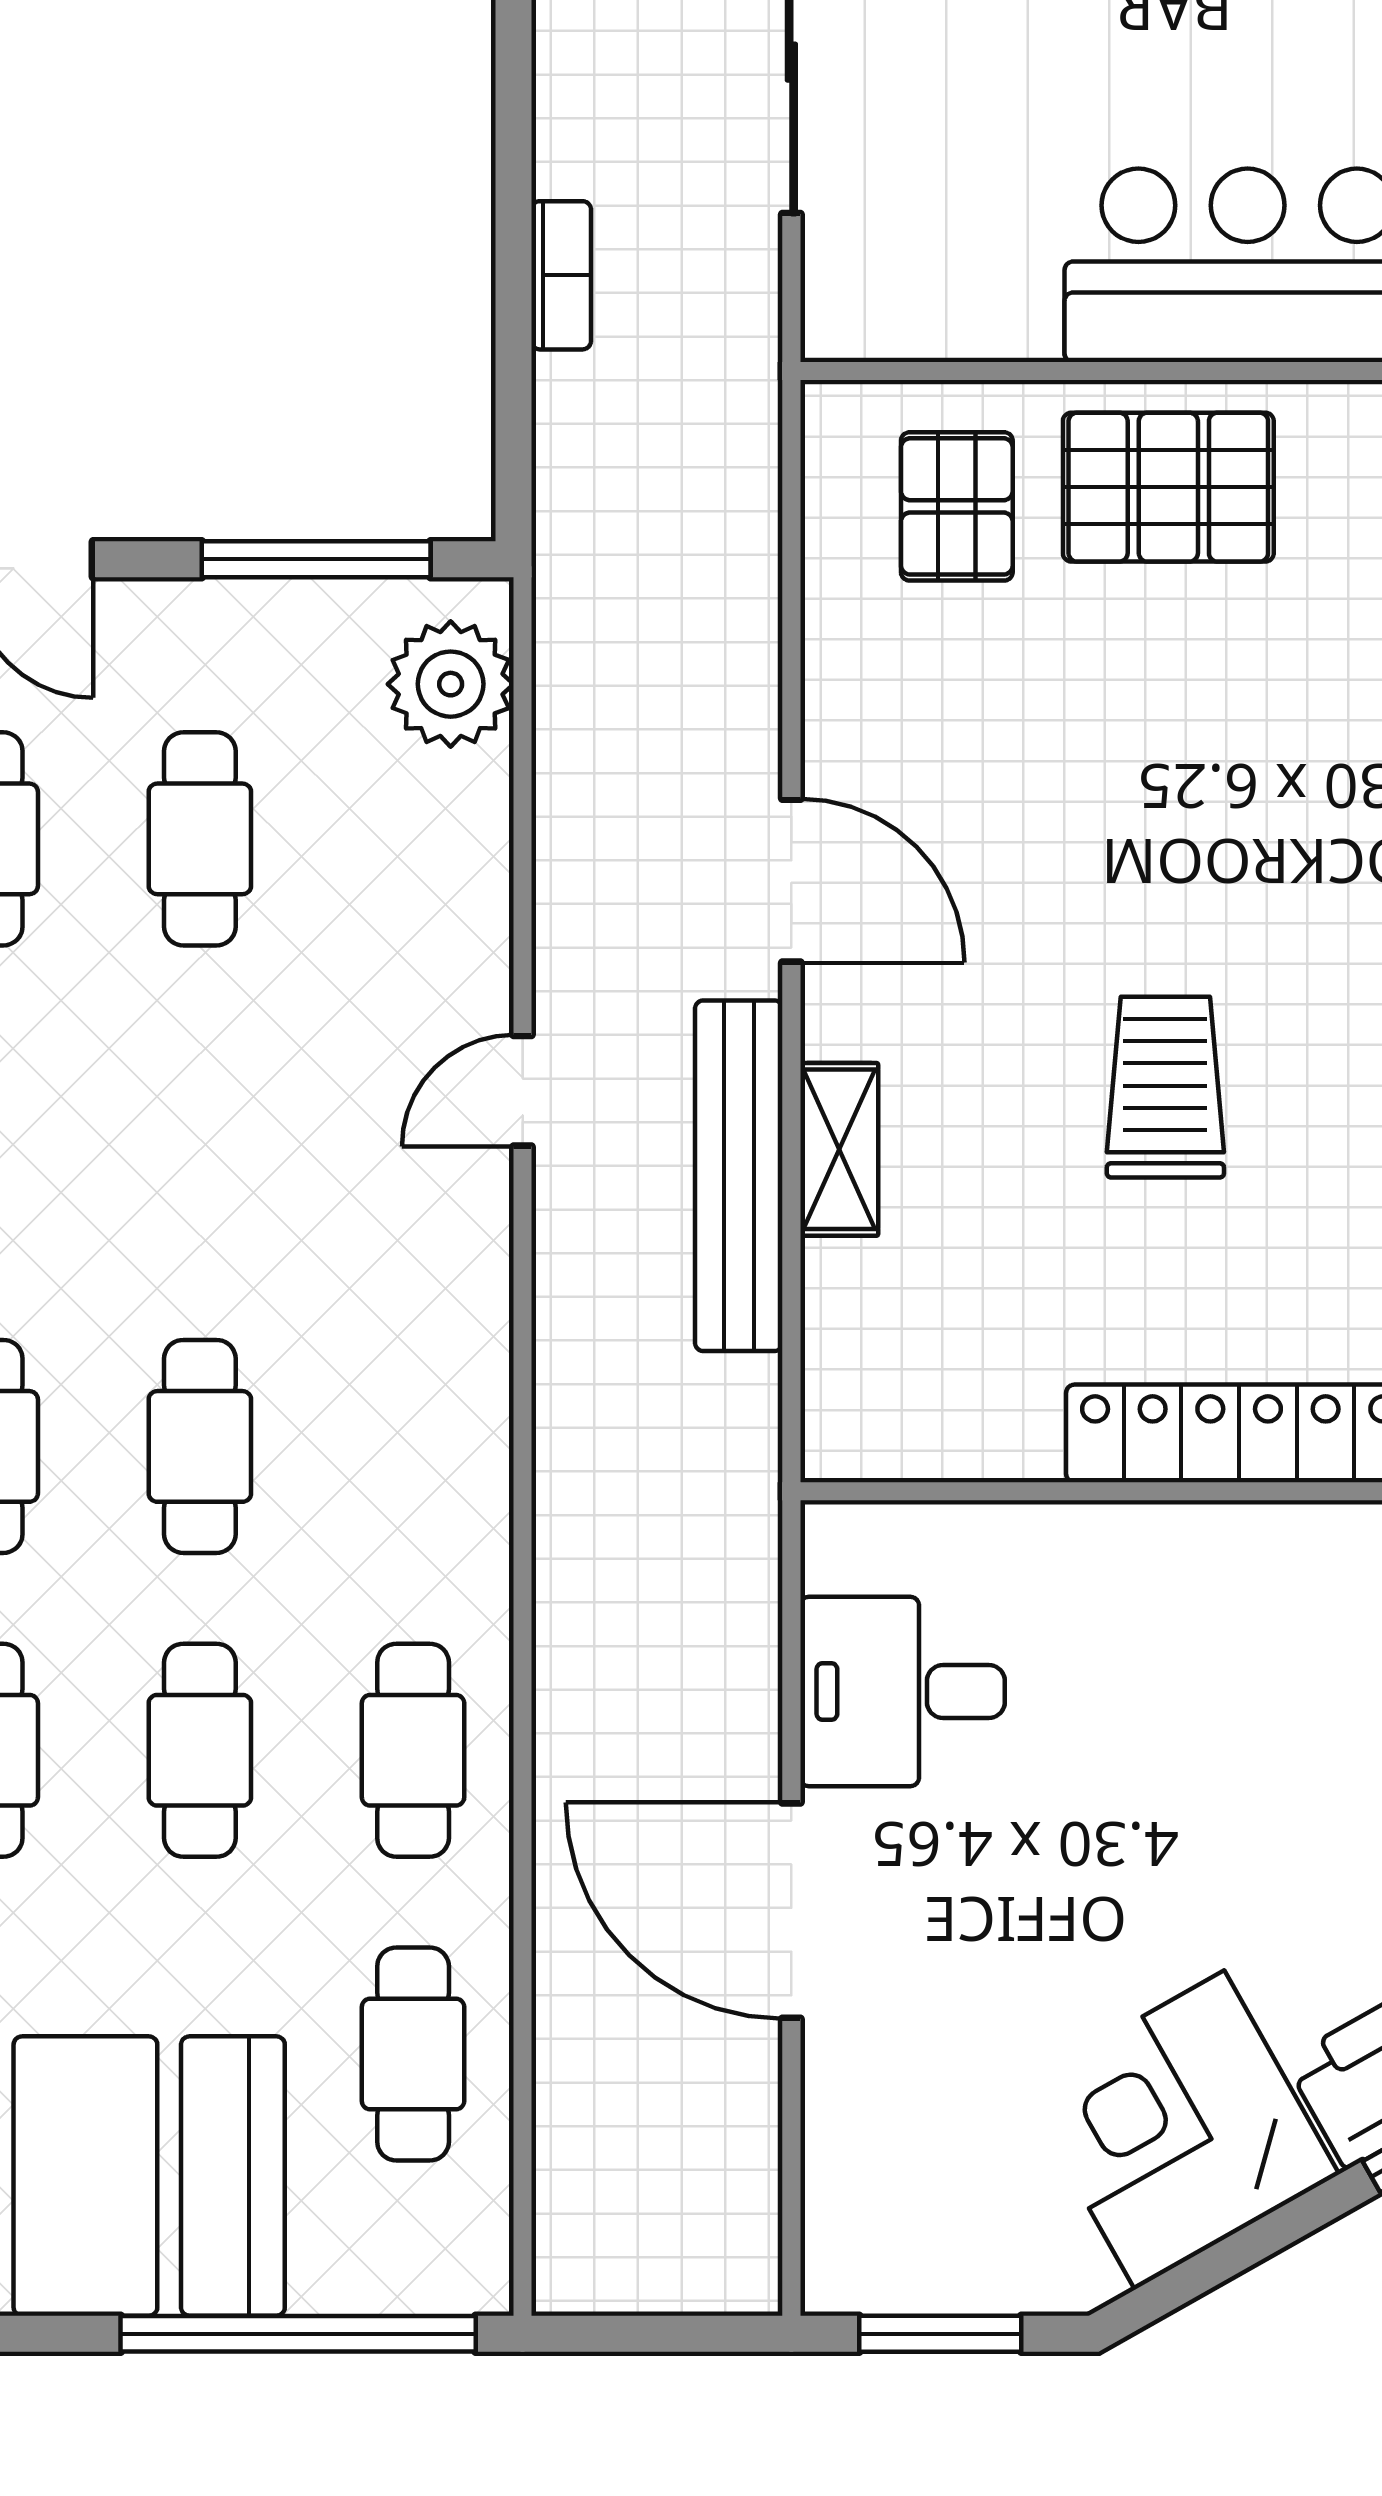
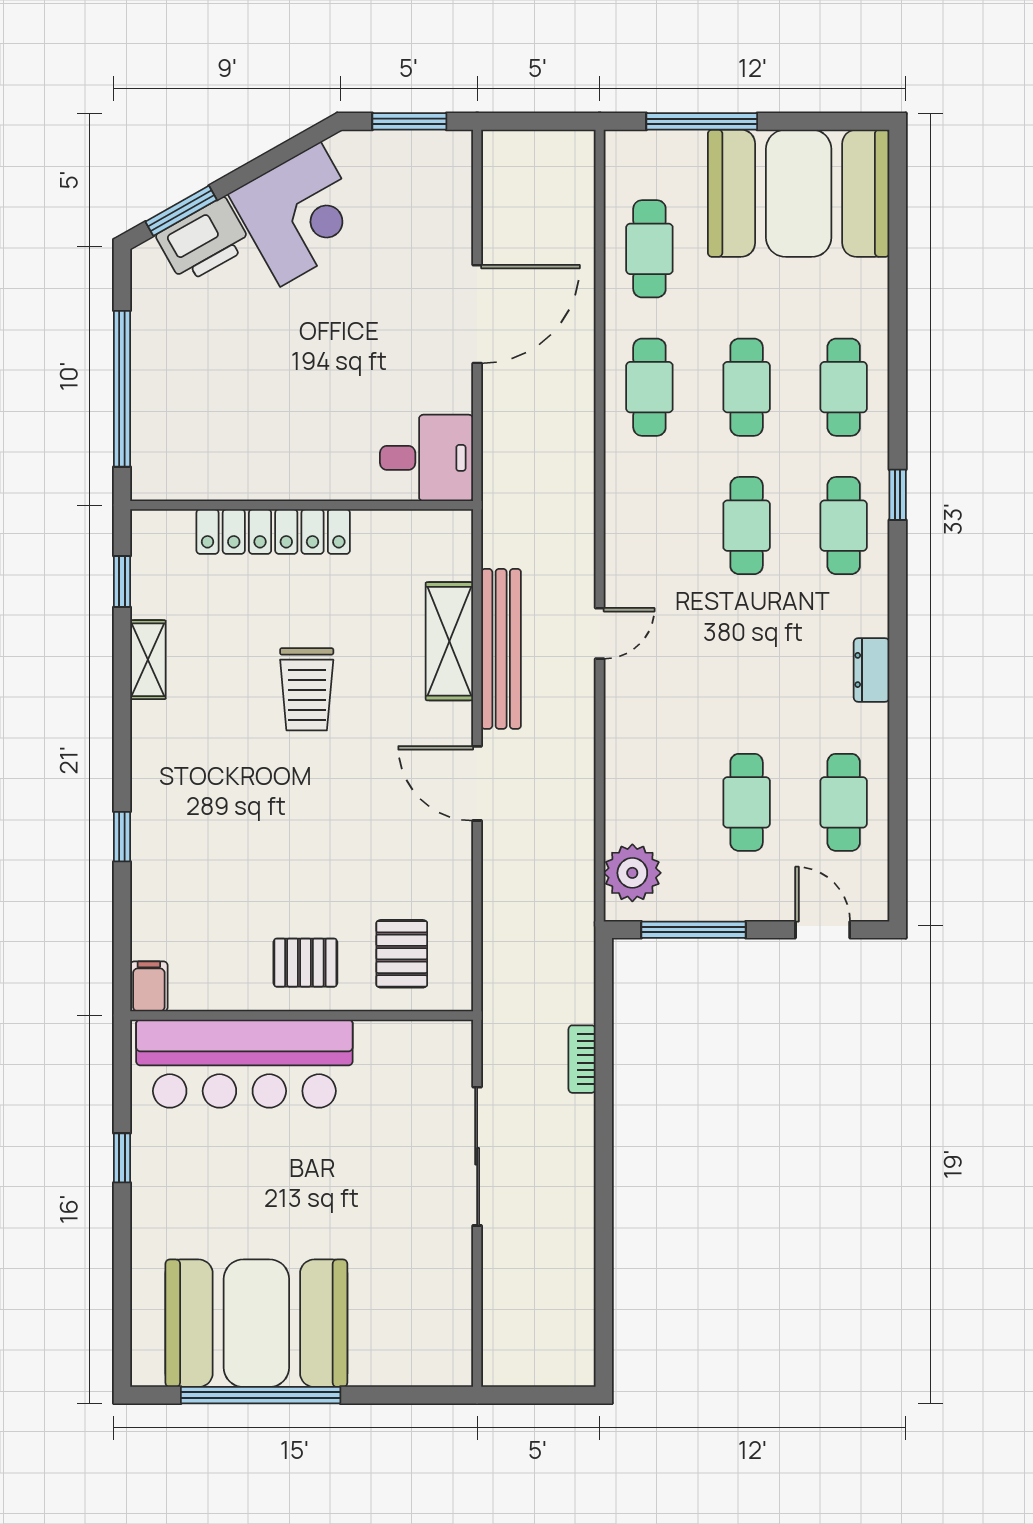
pallet: (1168, 487) -> (305, 963), width x0.67, depth x0.71
door: (523, 1091) -> (600, 633), moved
shelving: (839, 1149) -> (449, 641), width x1.50, depth x1.33
desk: (903, 1692) -> (426, 458), moved
door: (791, 1911) -> (477, 314), hinge flipped
window: (298, 2334) -> (702, 121), width x0.68

